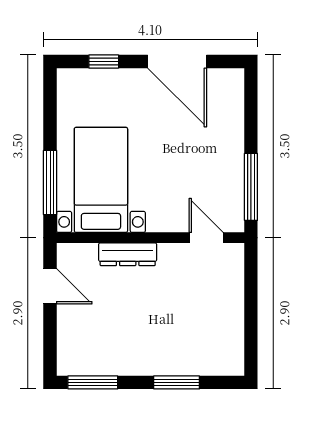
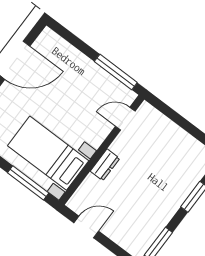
dresser: (128, 254) -> (105, 165), width x0.70

